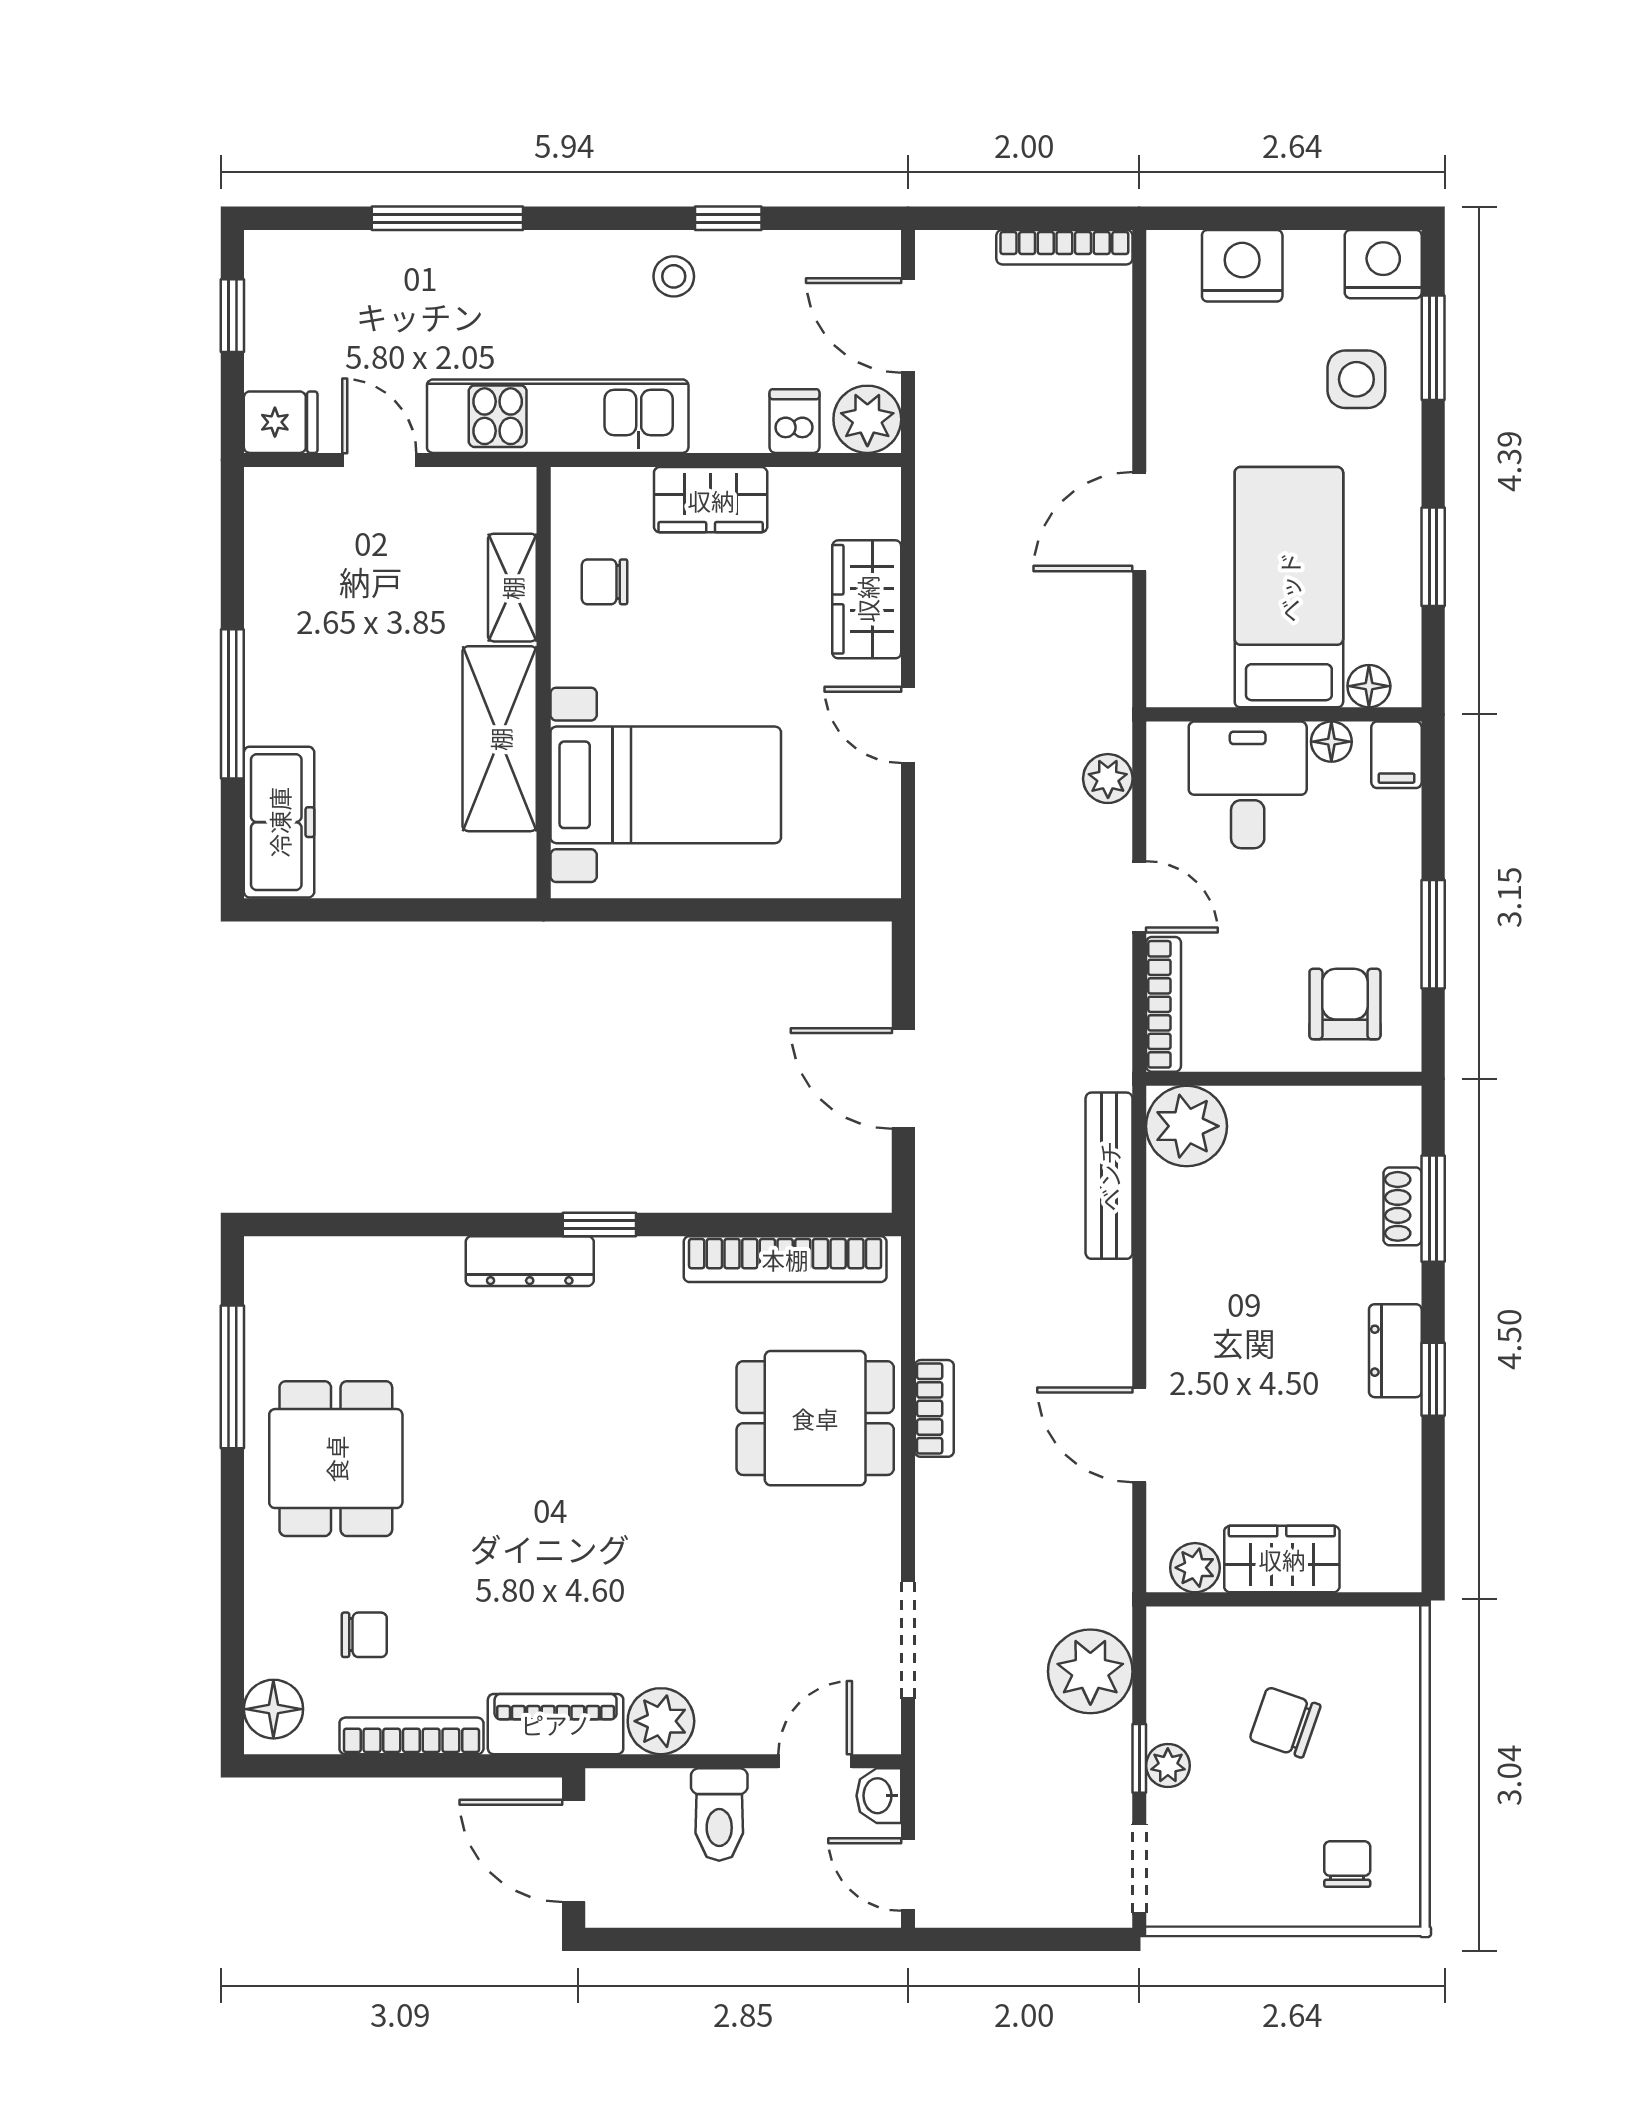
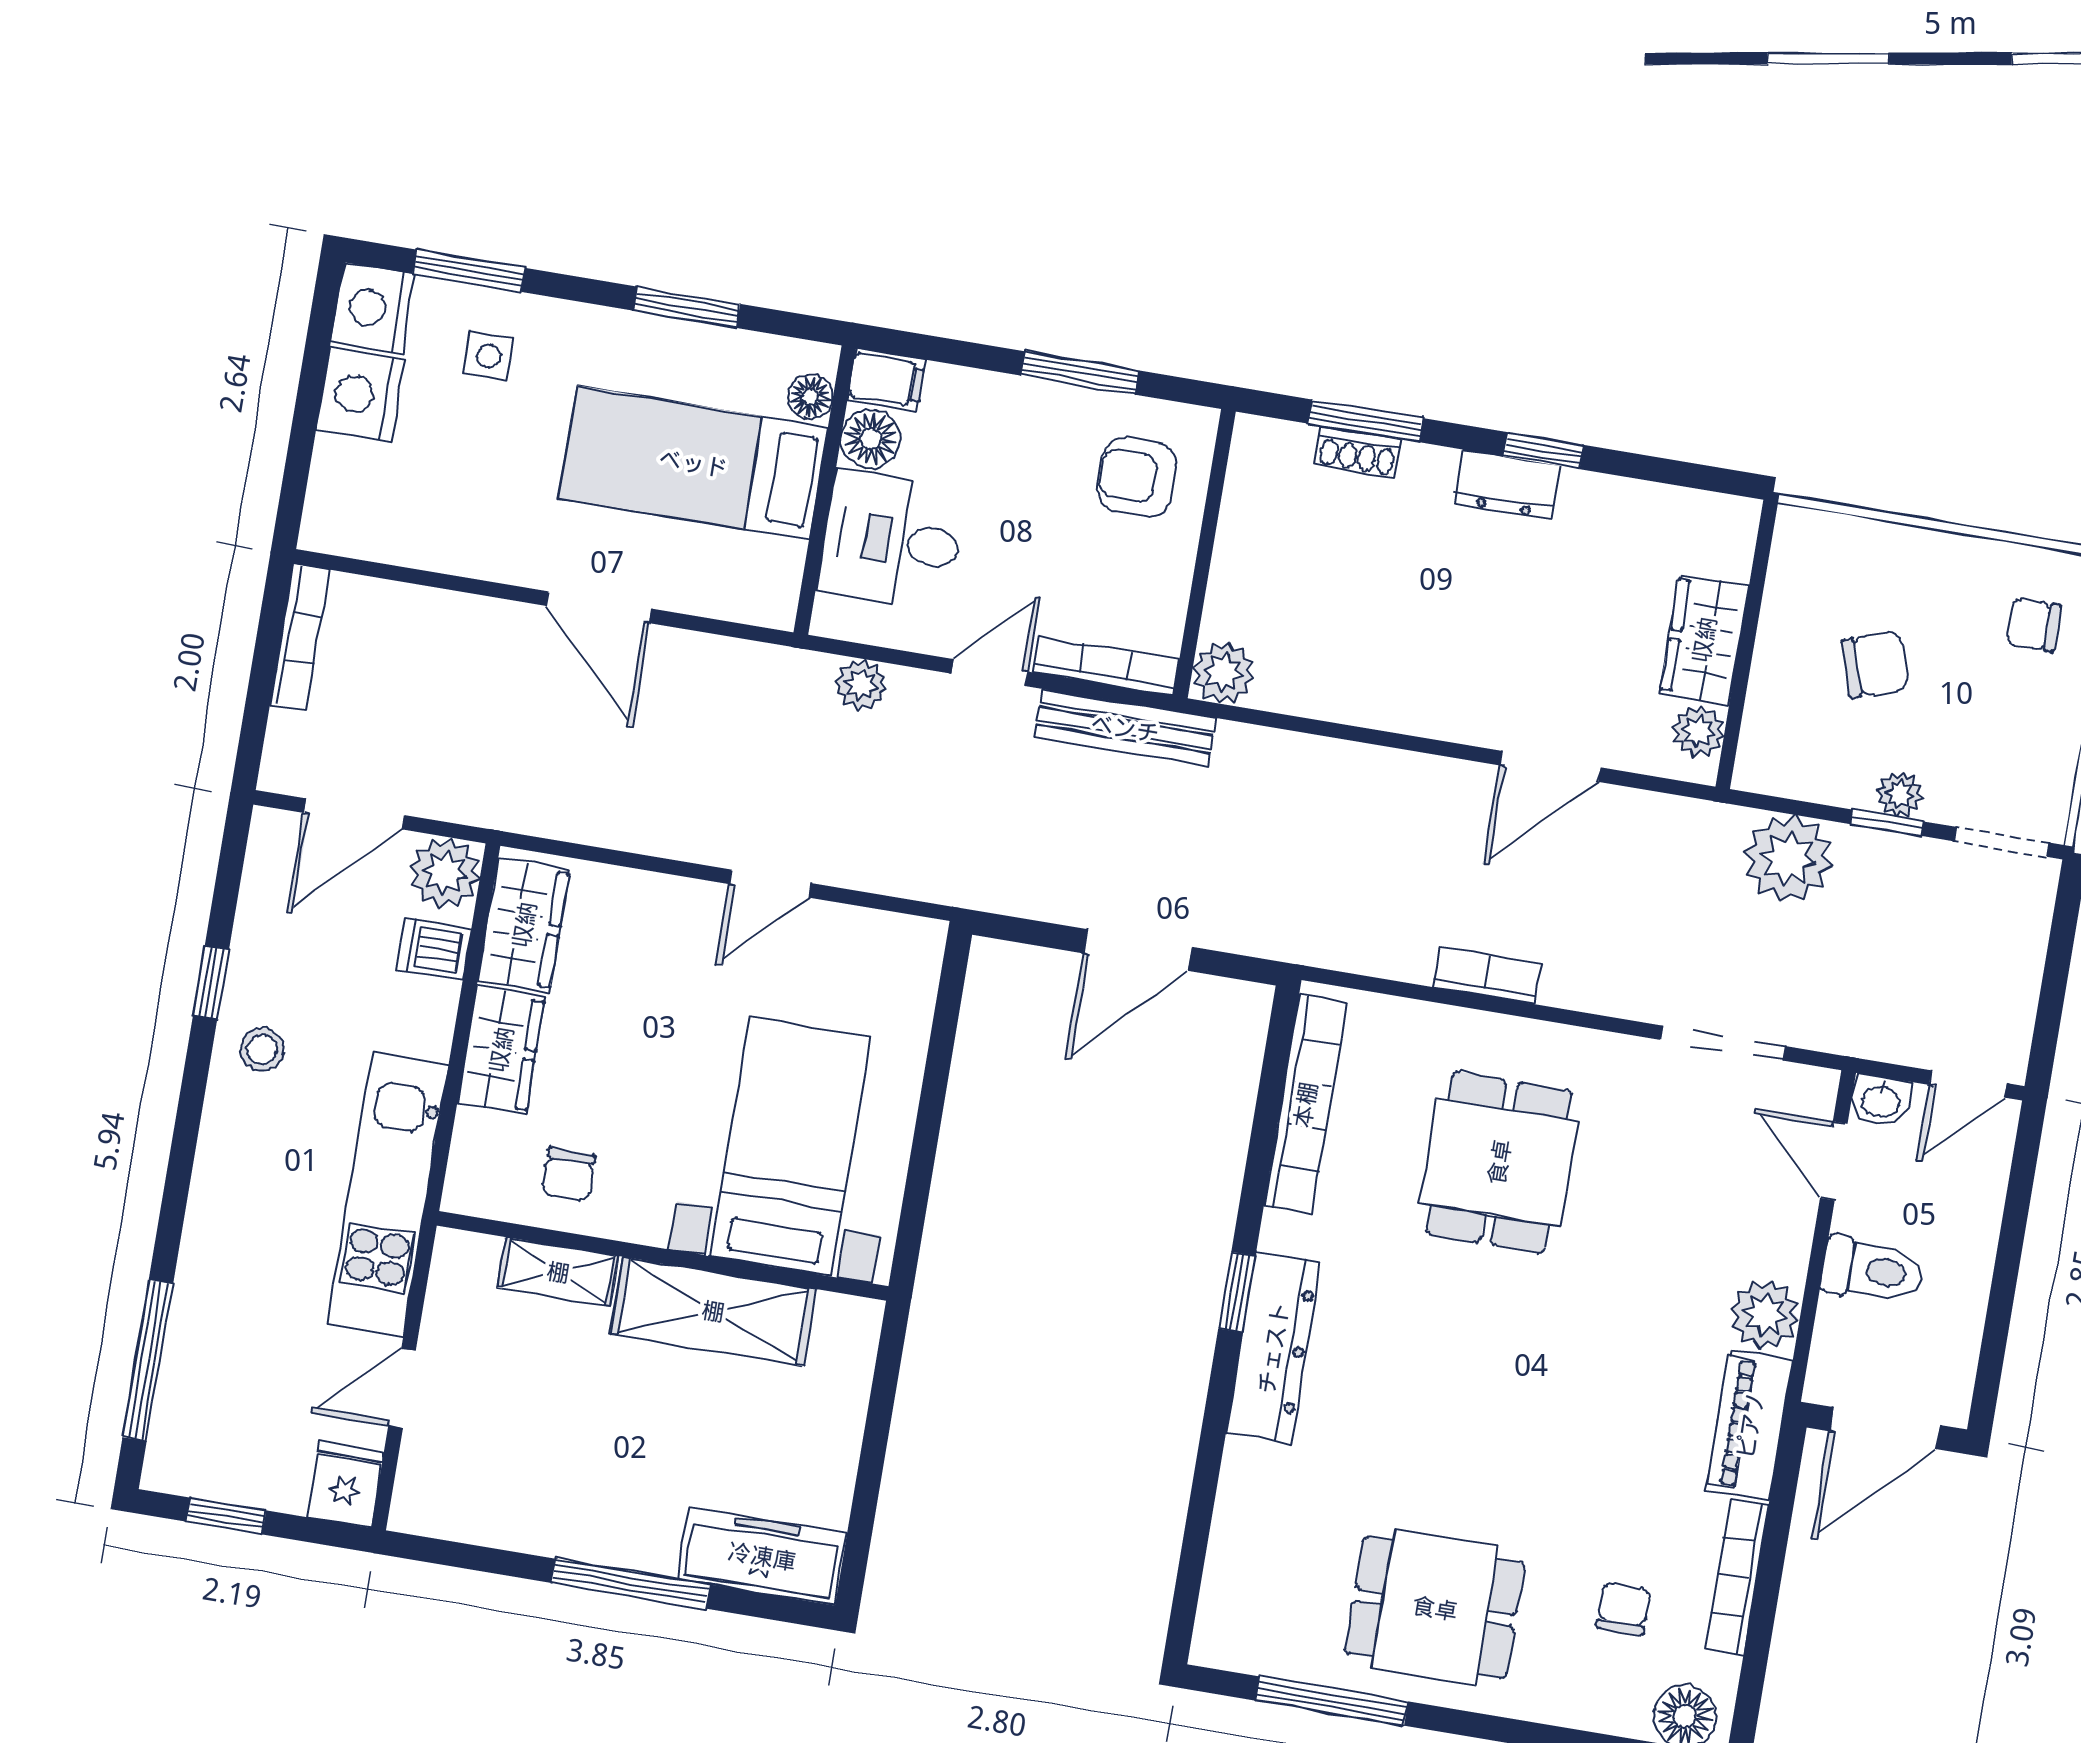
window: (447, 218) -> (148, 1360), moved
nightstand: (1242, 266) -> (360, 395), moved
side table: (1356, 379) -> (488, 356), width x0.73, depth x0.73
wardrobe: (867, 599) -> (524, 925), moved, turned -90
floor lamp: (1331, 742) -> (871, 439), width x1.37, depth x1.37
plant: (1187, 1126) -> (1224, 673), width x0.73, depth x0.73
bench: (1109, 1176) -> (1125, 728), moved
dresser: (530, 1261) -> (1273, 1348), width x1.37, depth x1.24
dining table: (815, 1418) -> (1499, 1162), moved
chair: (1285, 1722) -> (1875, 665), turned -127

